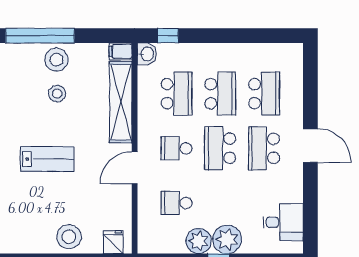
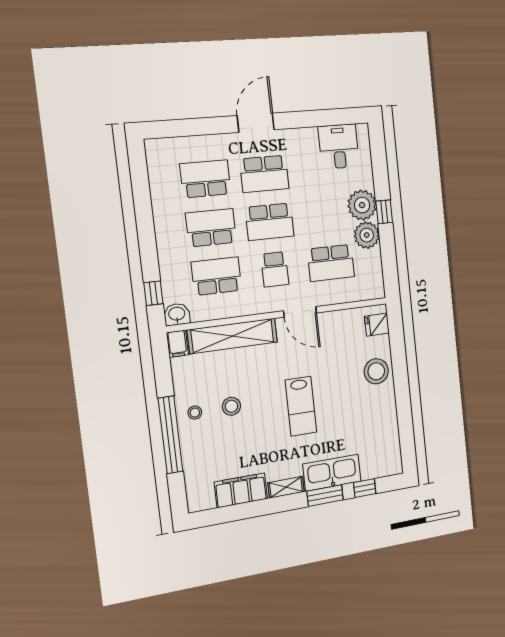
stool: (57, 60) -> (195, 413), width x0.53, depth x0.53
lab bench: (47, 159) -> (301, 406), turned 180
school desk: (176, 203) -> (331, 263), width x1.85

